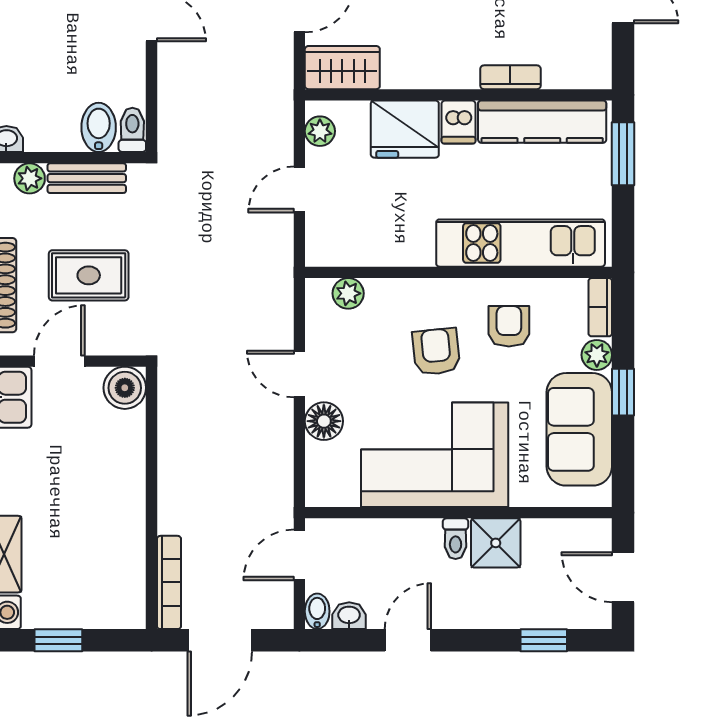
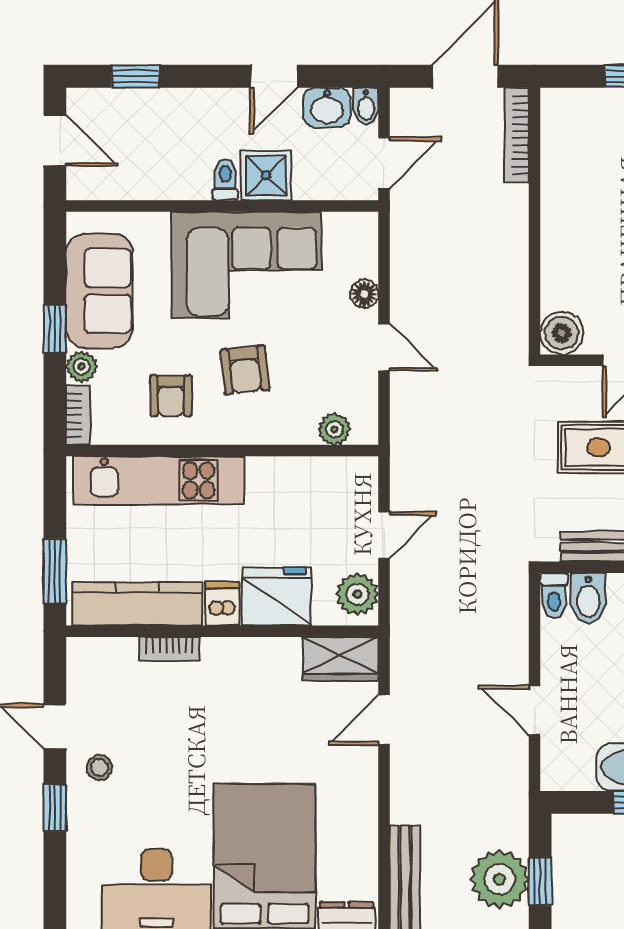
plant: (320, 131) -> (357, 594), width x1.38, depth x1.38
floor lamp: (324, 421) -> (364, 294), width x0.73, depth x0.73
shower: (496, 543) -> (266, 175), moved
washbasin: (349, 616) -> (327, 107), width x1.38, depth x1.45

